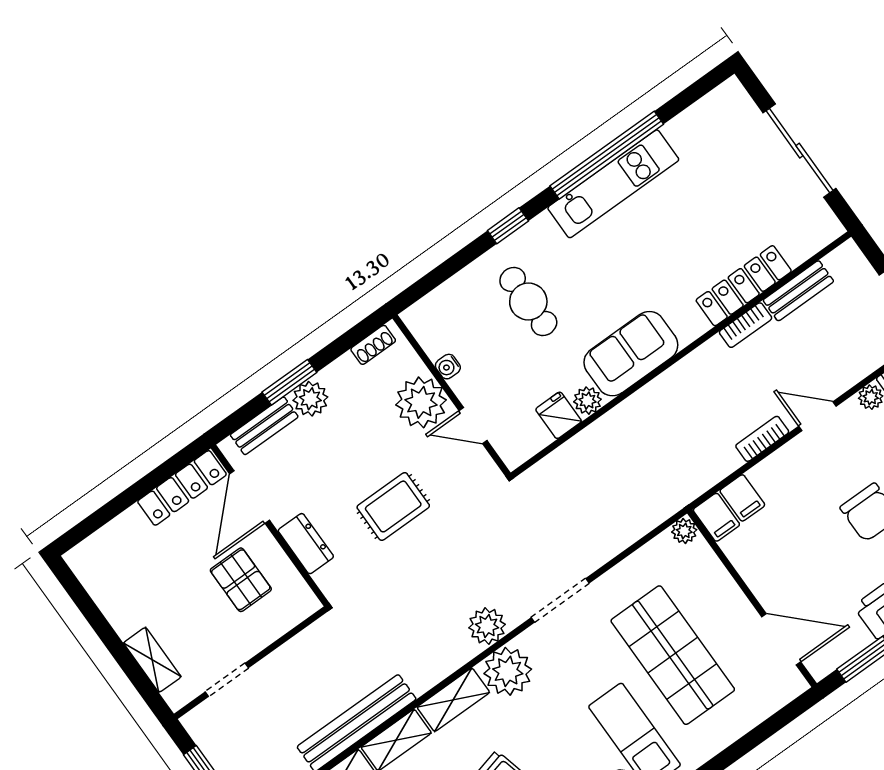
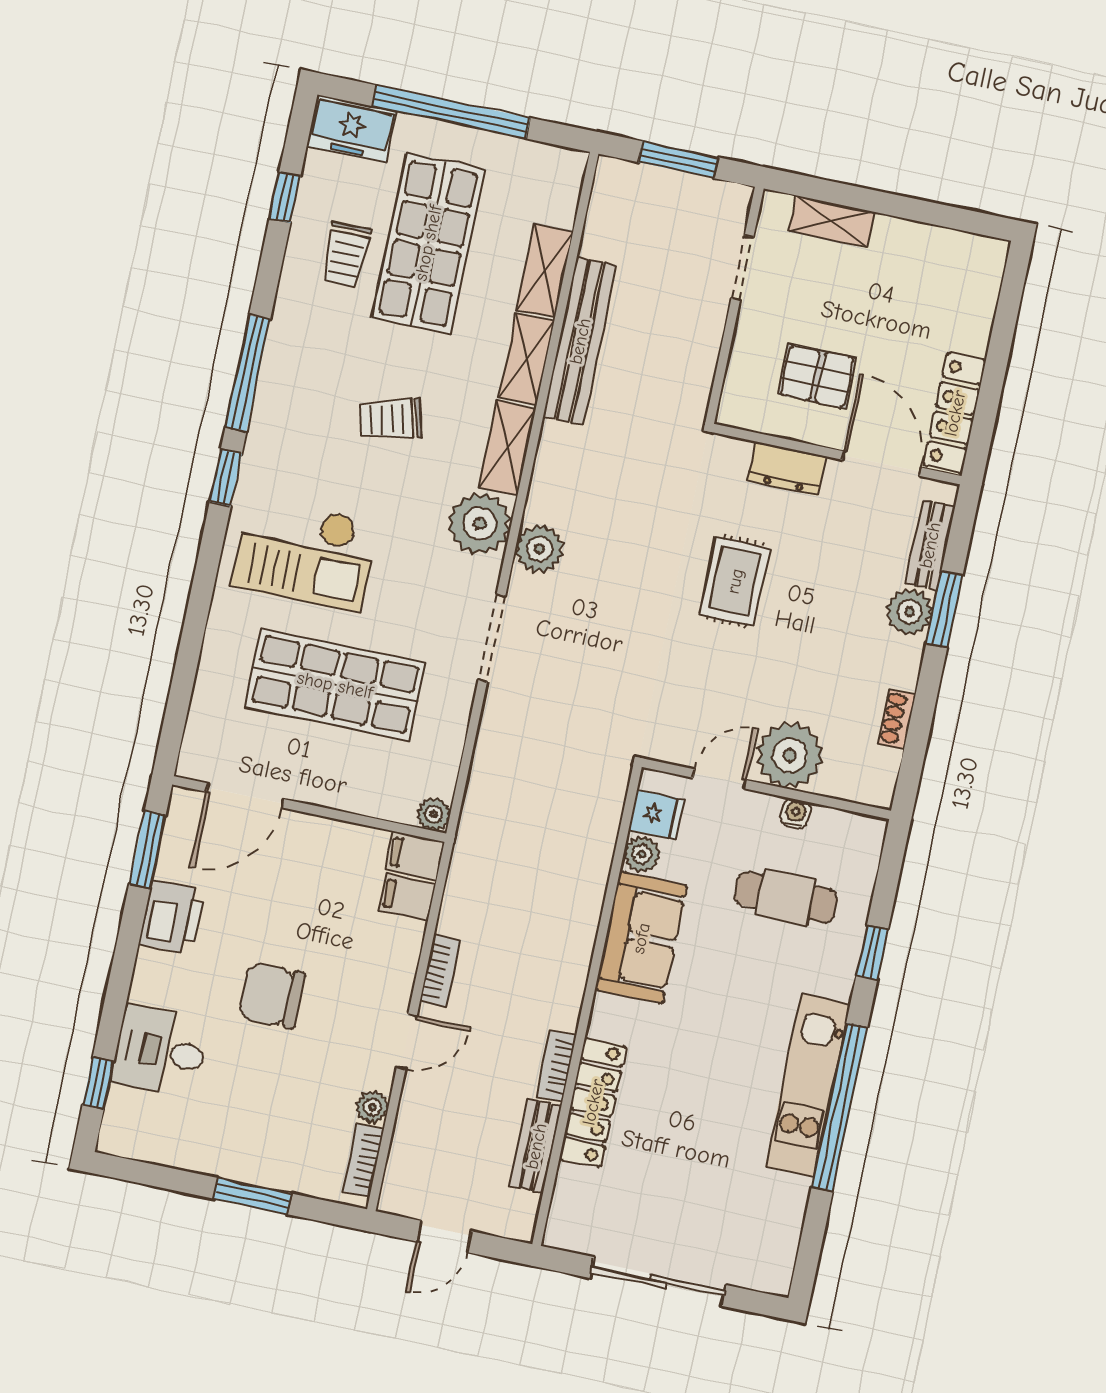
water cooler: (448, 367) -> (795, 813), moved
wall: (452, 396) -> (766, 789), moved
plant: (421, 402) -> (790, 755), moved
door: (473, 425) -> (719, 779), moved

